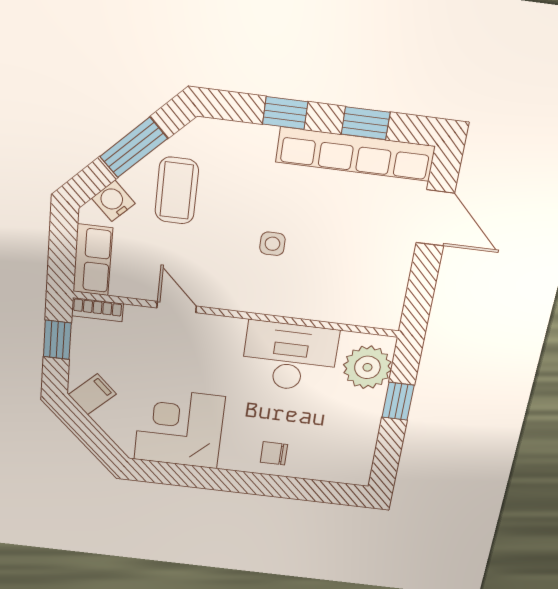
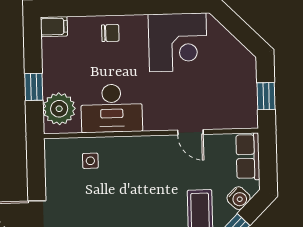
side table: (272, 244) -> (90, 161), moved
bookcase: (97, 310) -> (242, 122), removed
filing cabinet: (92, 394) -> (54, 27), moved, turned -135

